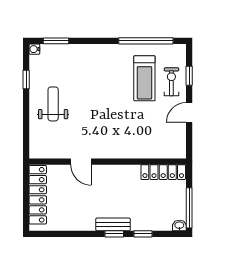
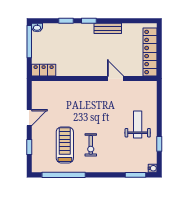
exercise bike: (171, 82) -> (91, 145), moved
weight bench: (53, 104) -> (138, 125), turned 180
locker: (163, 172) -> (44, 70), width x0.66
bench: (113, 224) -> (108, 28), moved

